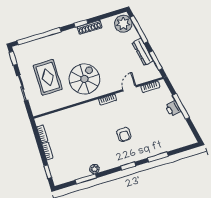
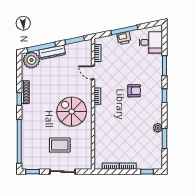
dresser: (143, 52) -> (52, 52), moved
rug: (48, 77) -> (60, 145), width x0.73, depth x0.70
desk: (177, 136) -> (151, 42), added

